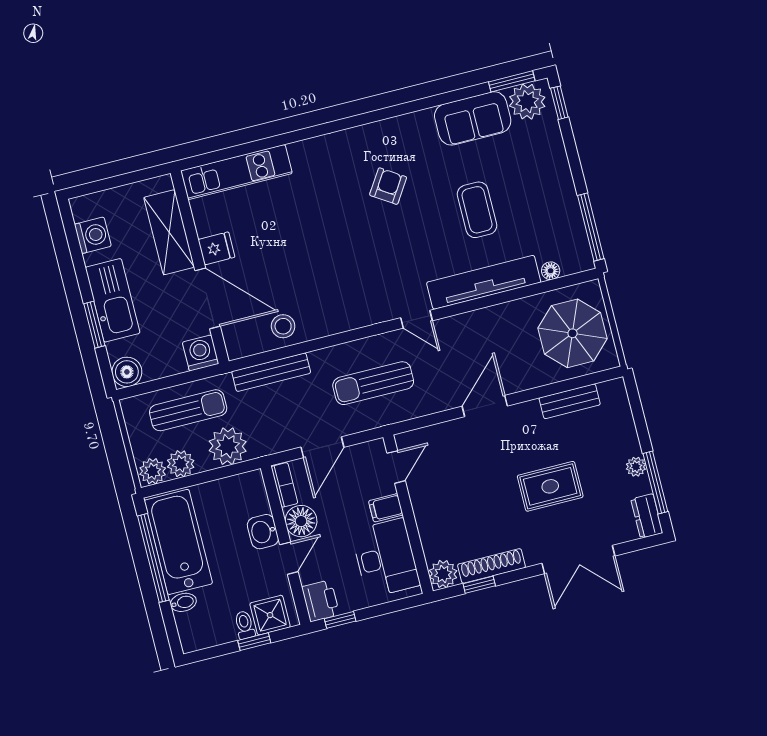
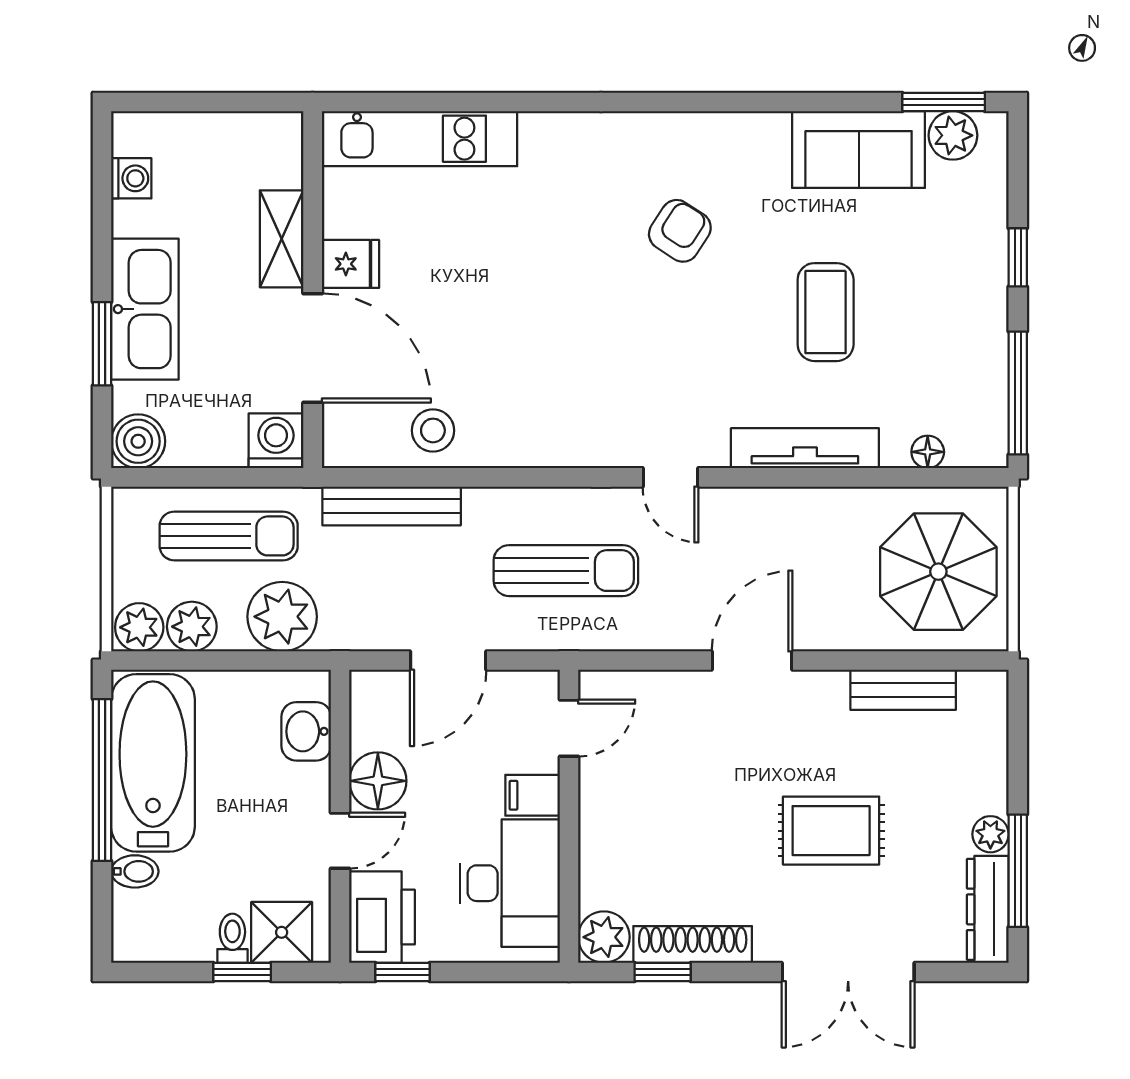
plant: (527, 102) -> (953, 135), width x0.73, depth x0.73
window: (559, 103) -> (1018, 257), moved
shelving: (169, 232) -> (282, 239), width x0.67, depth x0.75
washing machine: (93, 235) -> (131, 178), width x0.73, depth x0.73
tv unit: (484, 282) -> (805, 448), width x0.73, depth x0.78
sun lounger: (373, 383) -> (566, 571), turned 180
bookcase: (284, 485) -> (365, 710), removed
dresser: (647, 516) -> (988, 909), width x1.44
washbasin: (263, 532) -> (306, 731), moved
printer: (321, 601) -> (382, 917), width x1.37, depth x1.19

